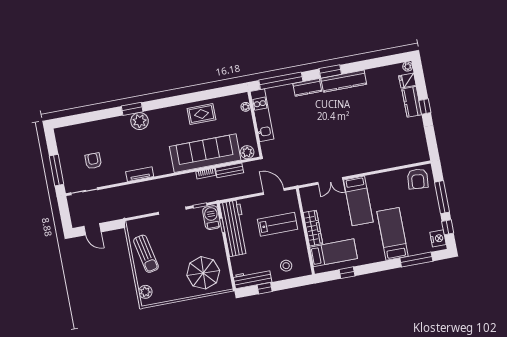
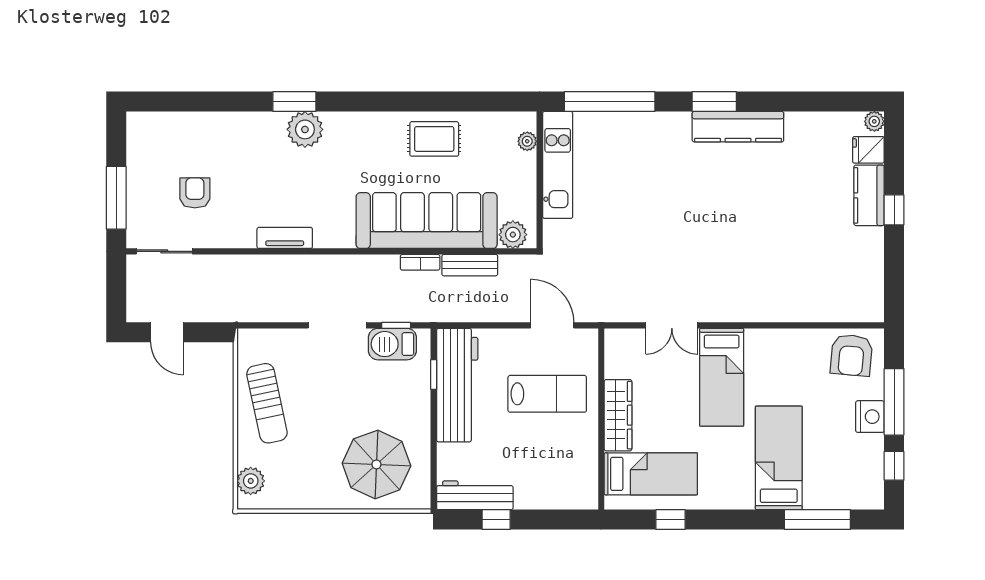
kitchen counter: (307, 87) -> (661, 125), removed
barbecue: (212, 218) -> (392, 344), moved, turned -90
nightstand: (438, 238) -> (870, 417), moved
stool: (286, 266) -> (549, 482), removed

